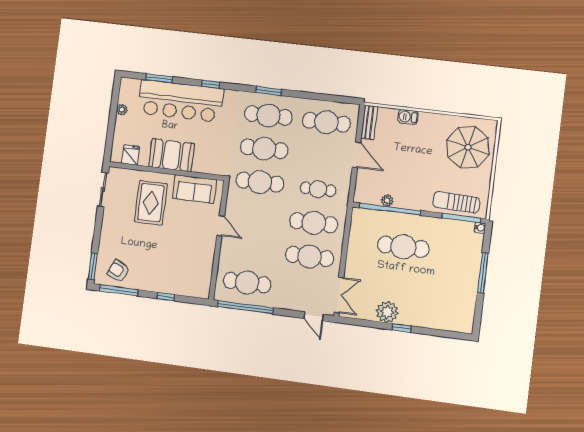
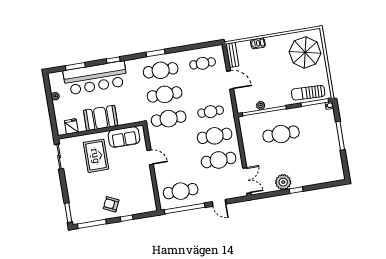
cafe table: (326, 122) -> (203, 63), width x0.73, depth x0.74
armchair: (118, 271) -> (111, 204), moved
door: (314, 316) -> (219, 203), moved

